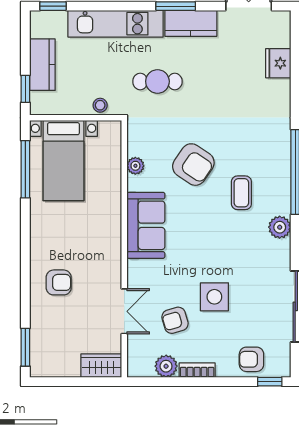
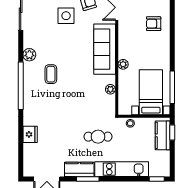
fridge: (278, 63) -> (30, 134), moved
kitchen counter: (42, 65) -> (163, 135), moved
armchair: (193, 165) -> (78, 90), removed
plant: (113, 210) -> (123, 64), added
sofa: (146, 225) -> (105, 49), width x1.36

